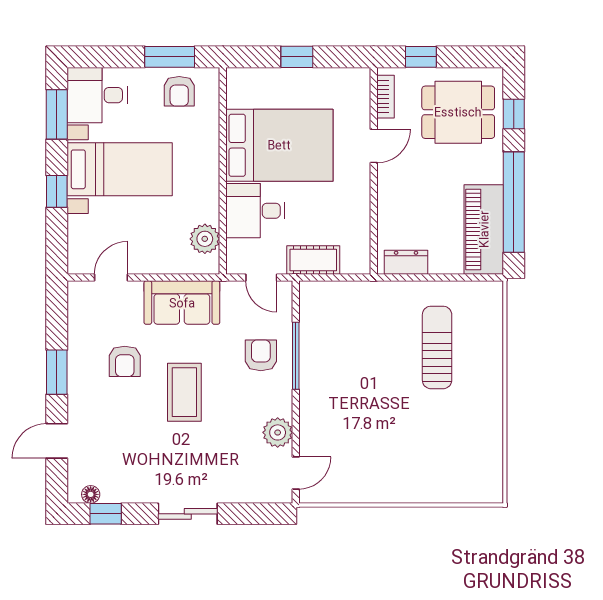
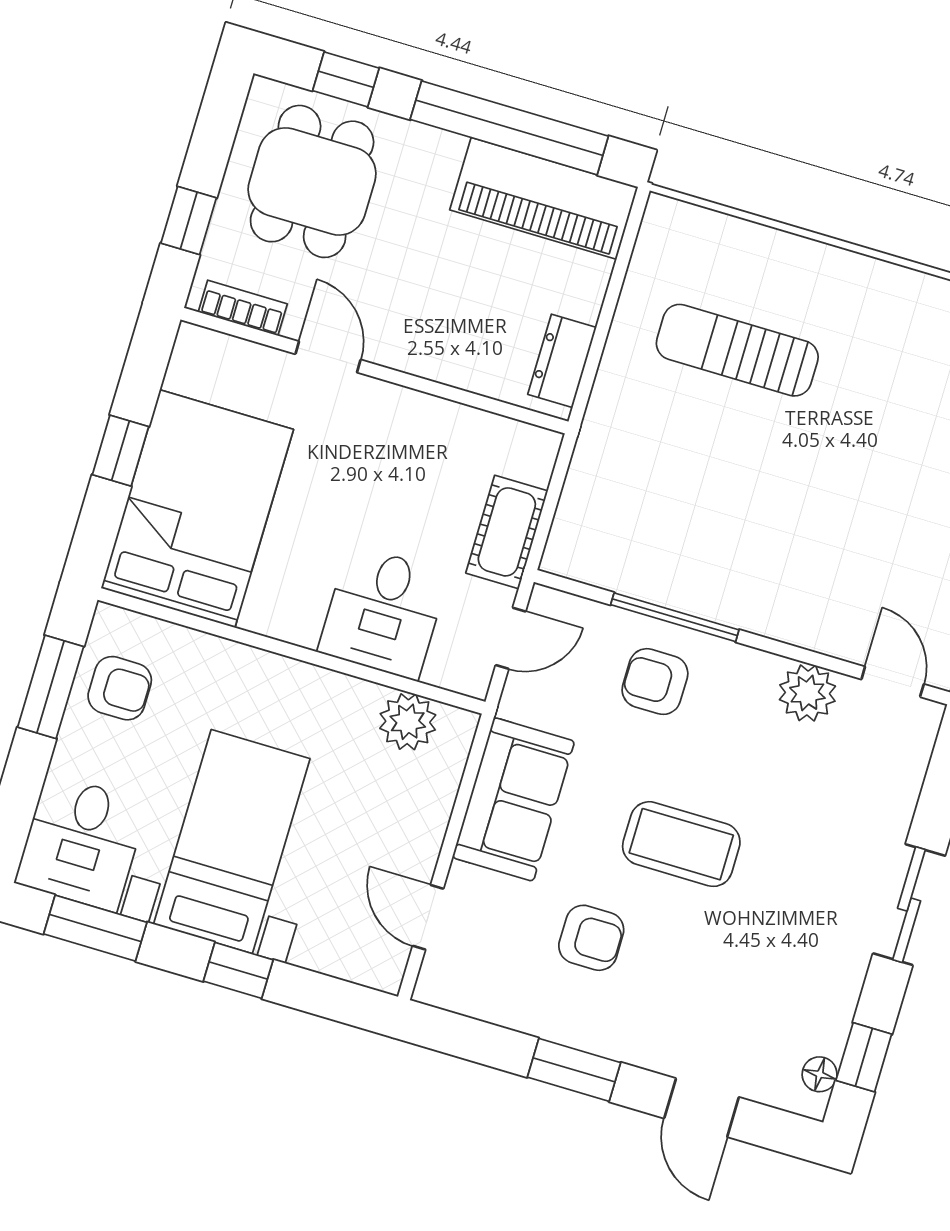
bed: (279, 145) -> (197, 509), moved

